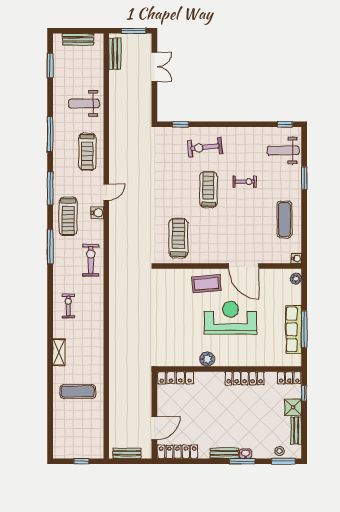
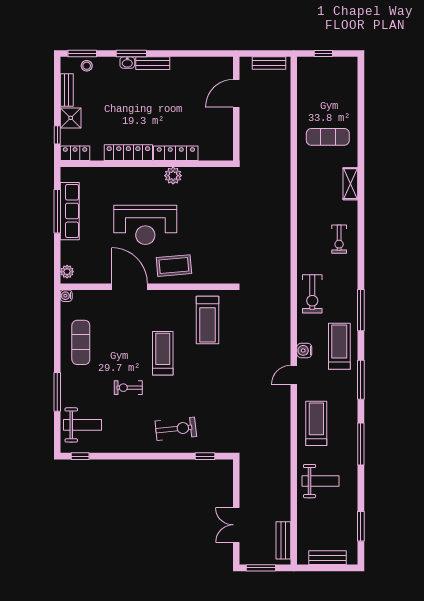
window: (304, 178) -> (57, 392), width x1.44
treadmill: (208, 190) -> (163, 353), moved, turned 180
locker: (176, 378) -> (176, 153), moved
locker: (178, 452) -> (208, 65), removed

